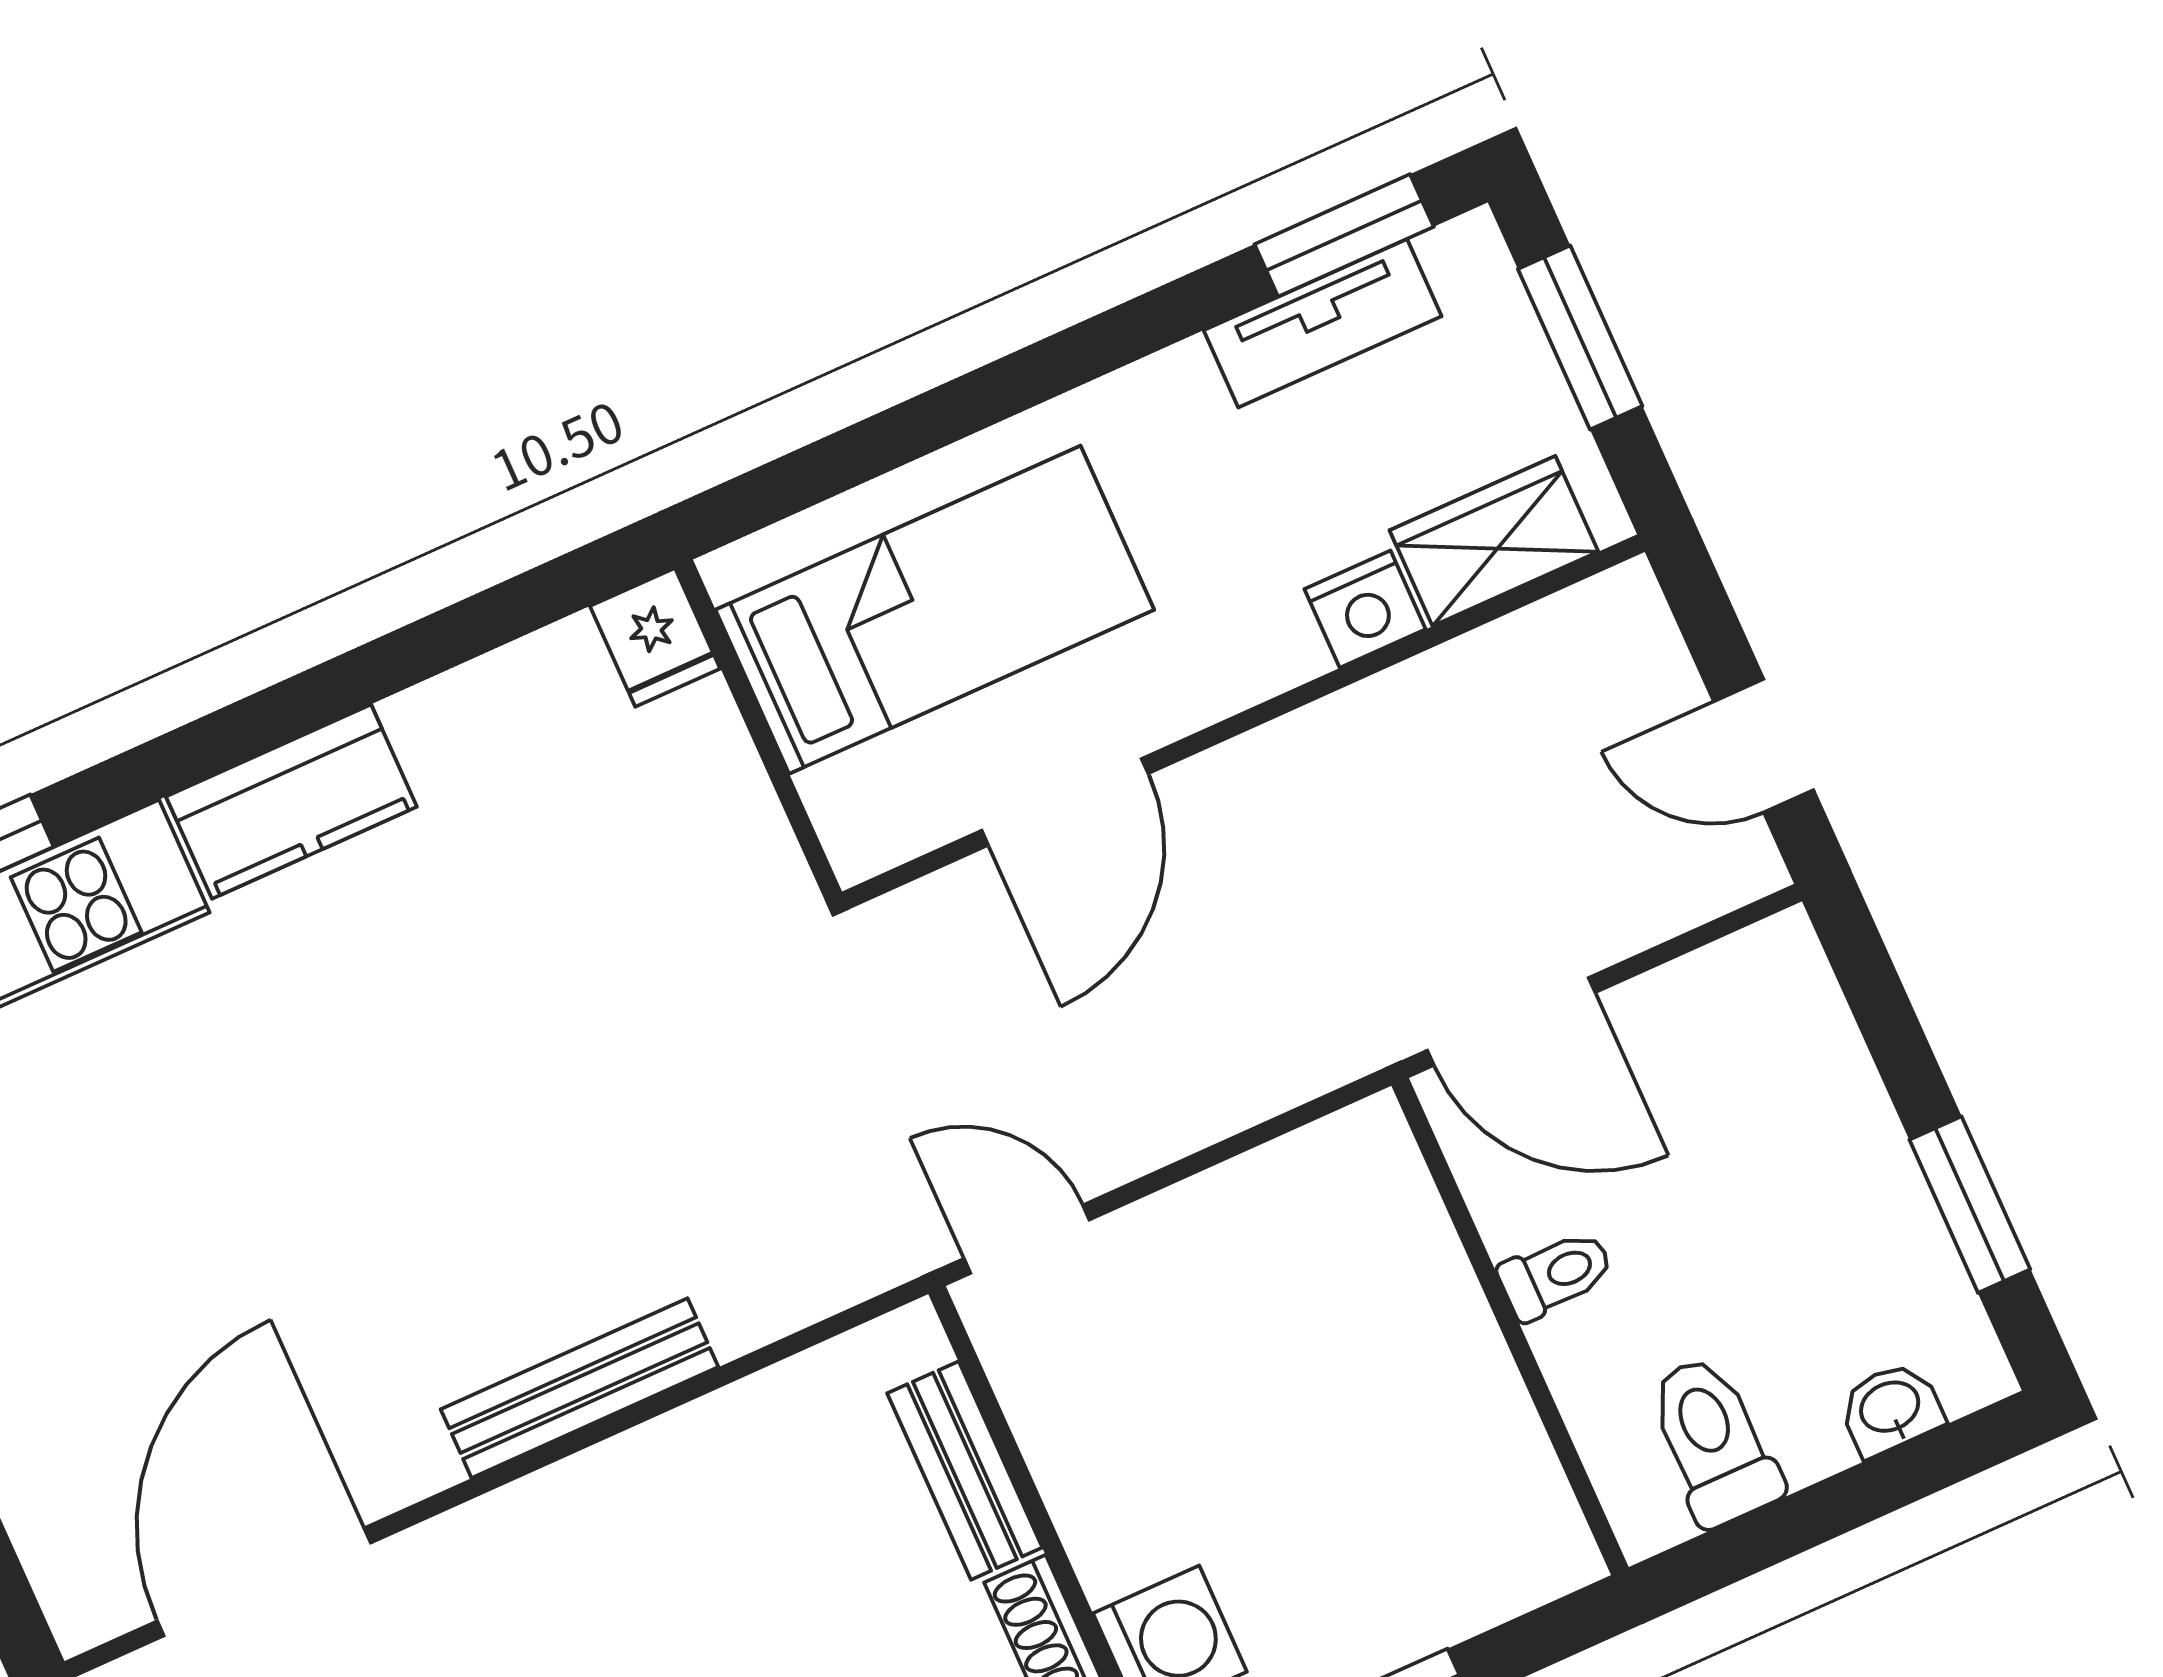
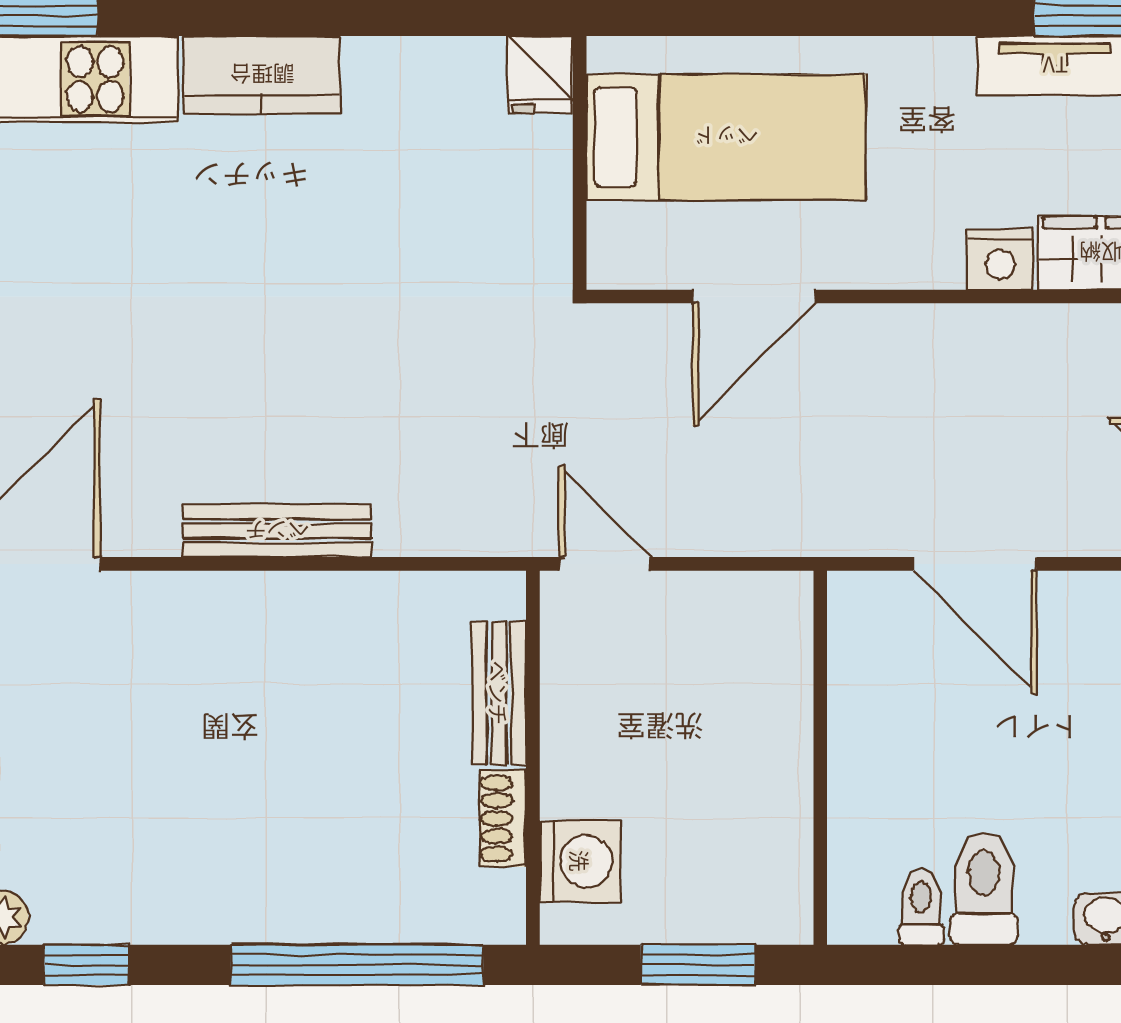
toilet: (1556, 1274) -> (921, 907), moved, turned -90
wall: (1510, 1326) -> (820, 758), moved

